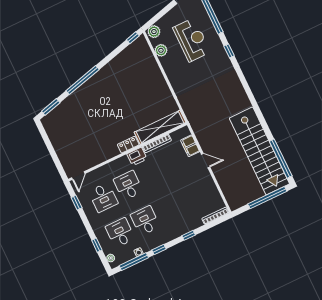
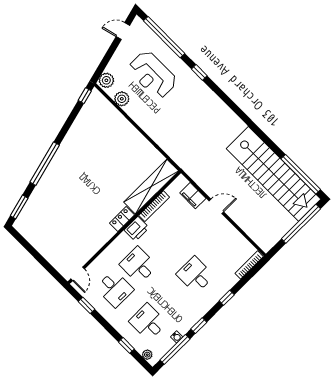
reception desk: (192, 40) -> (152, 75), turned 180
desk: (145, 221) -> (195, 275), moved

